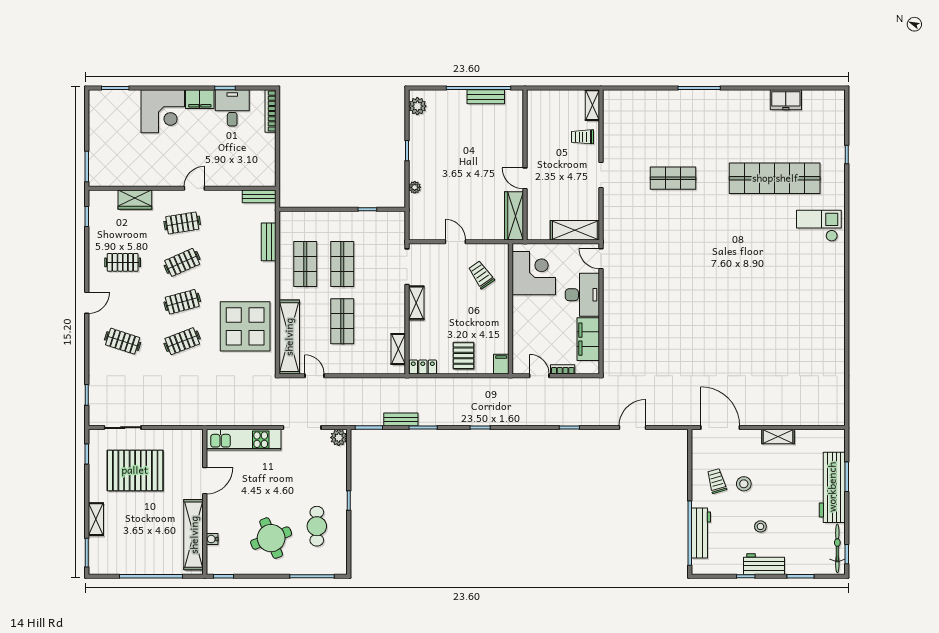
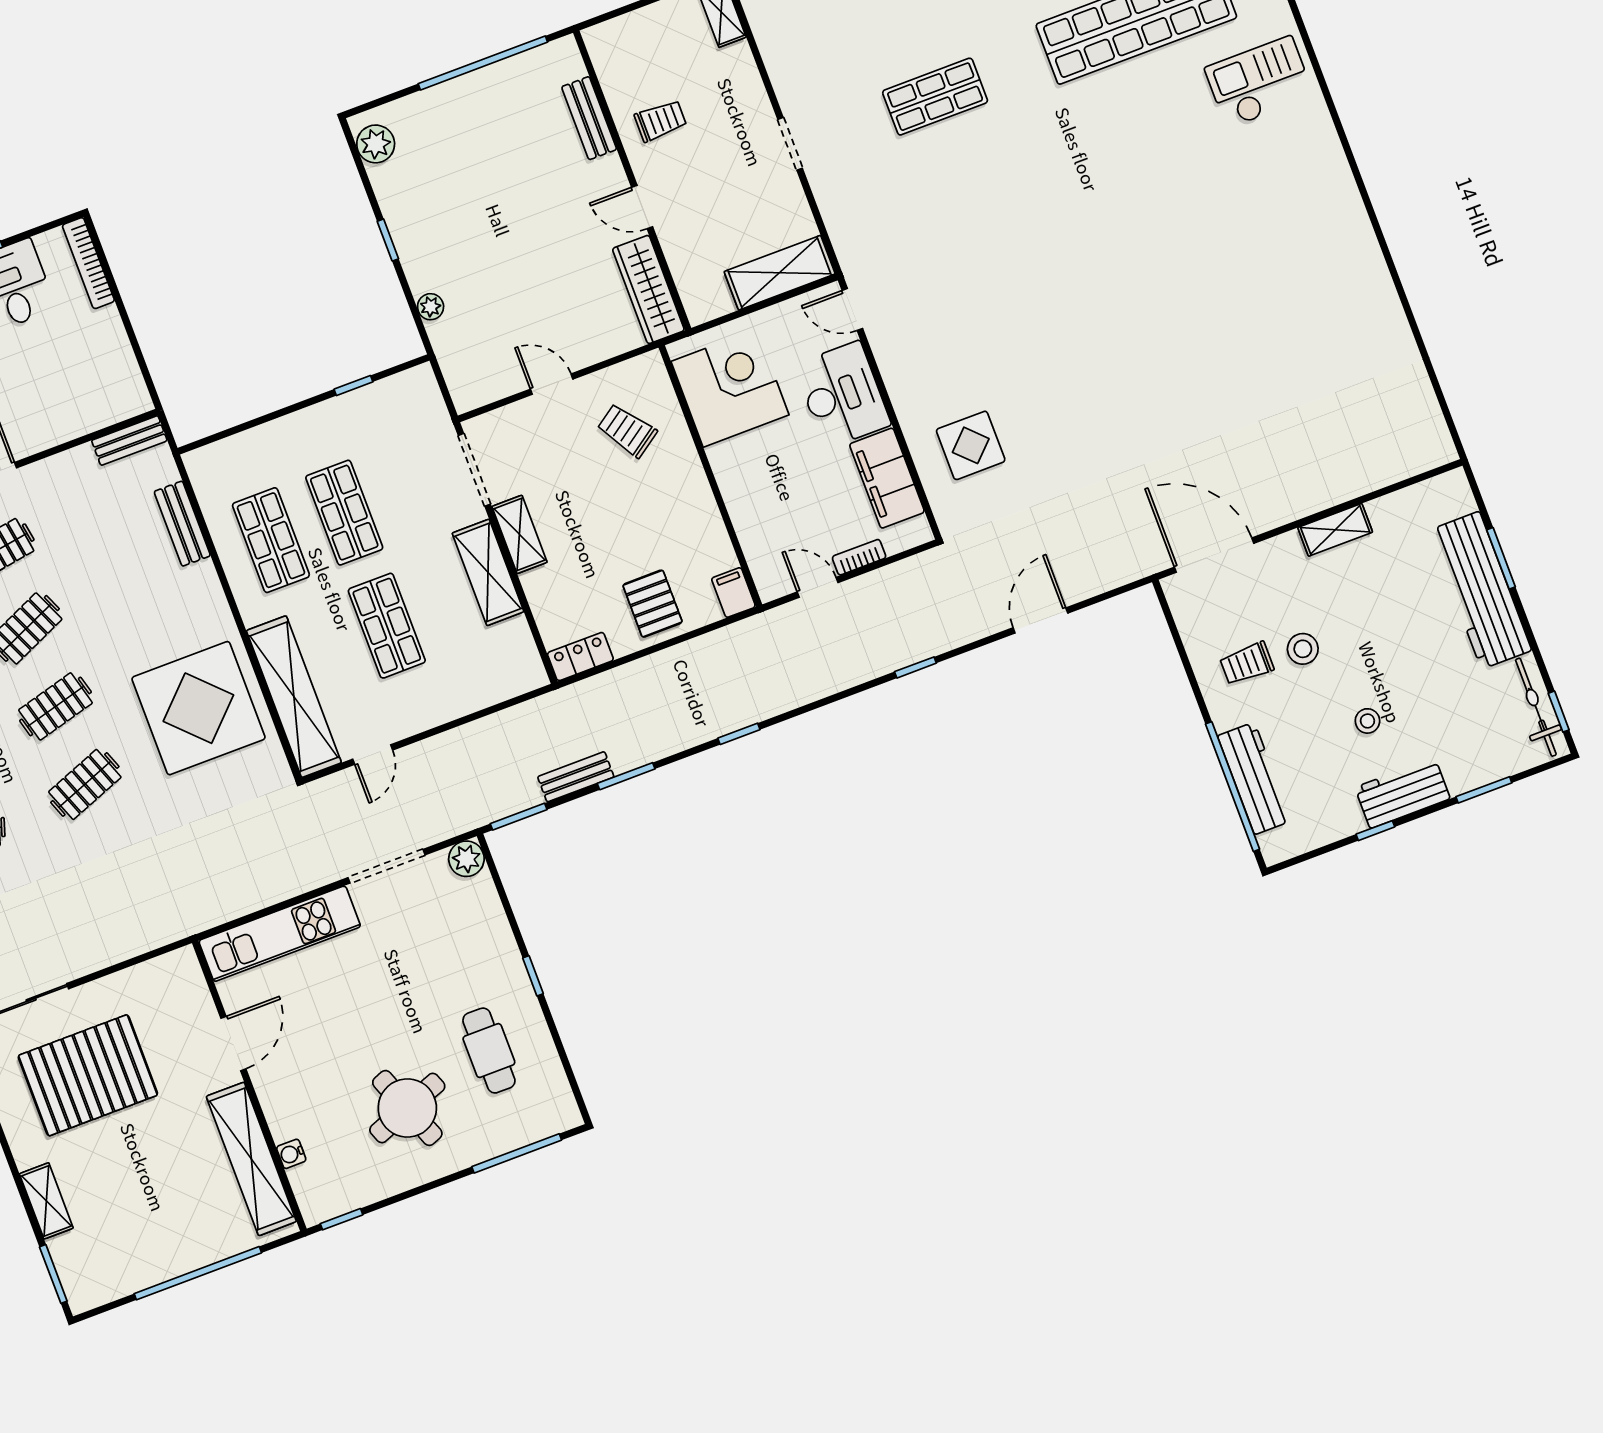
bench: (486, 97) -> (589, 118), moved, turned 90
trolley: (583, 137) -> (660, 121), moved, turned 180
display table: (631, 339) -> (971, 445), added
shelving: (398, 349) -> (488, 572), moved, width x1.50, depth x1.33
door: (315, 376) -> (373, 755), swing flipped
trolley: (717, 481) -> (1247, 663), turned -74

